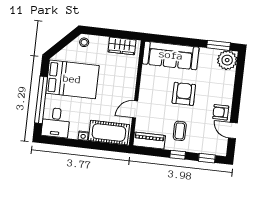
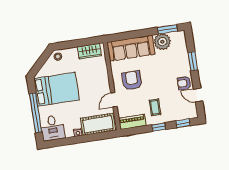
plant: (227, 60) -> (162, 42), moved
window: (238, 90) -> (193, 61), added
armchair: (184, 94) -> (132, 80), moved

